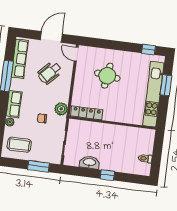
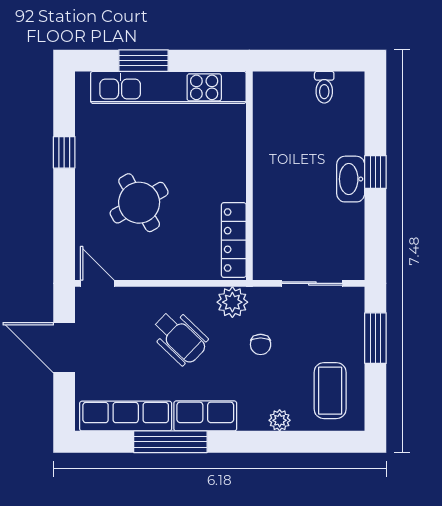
window: (149, 50) -> (64, 152), moved
door: (76, 54) -> (97, 283), swing flipped
wheelchair: (50, 73) -> (180, 337), moved
round table: (107, 76) -> (139, 203), turned -38
row of seats: (14, 104) -> (205, 416), moved
washbasin: (90, 162) -> (351, 179), moved

